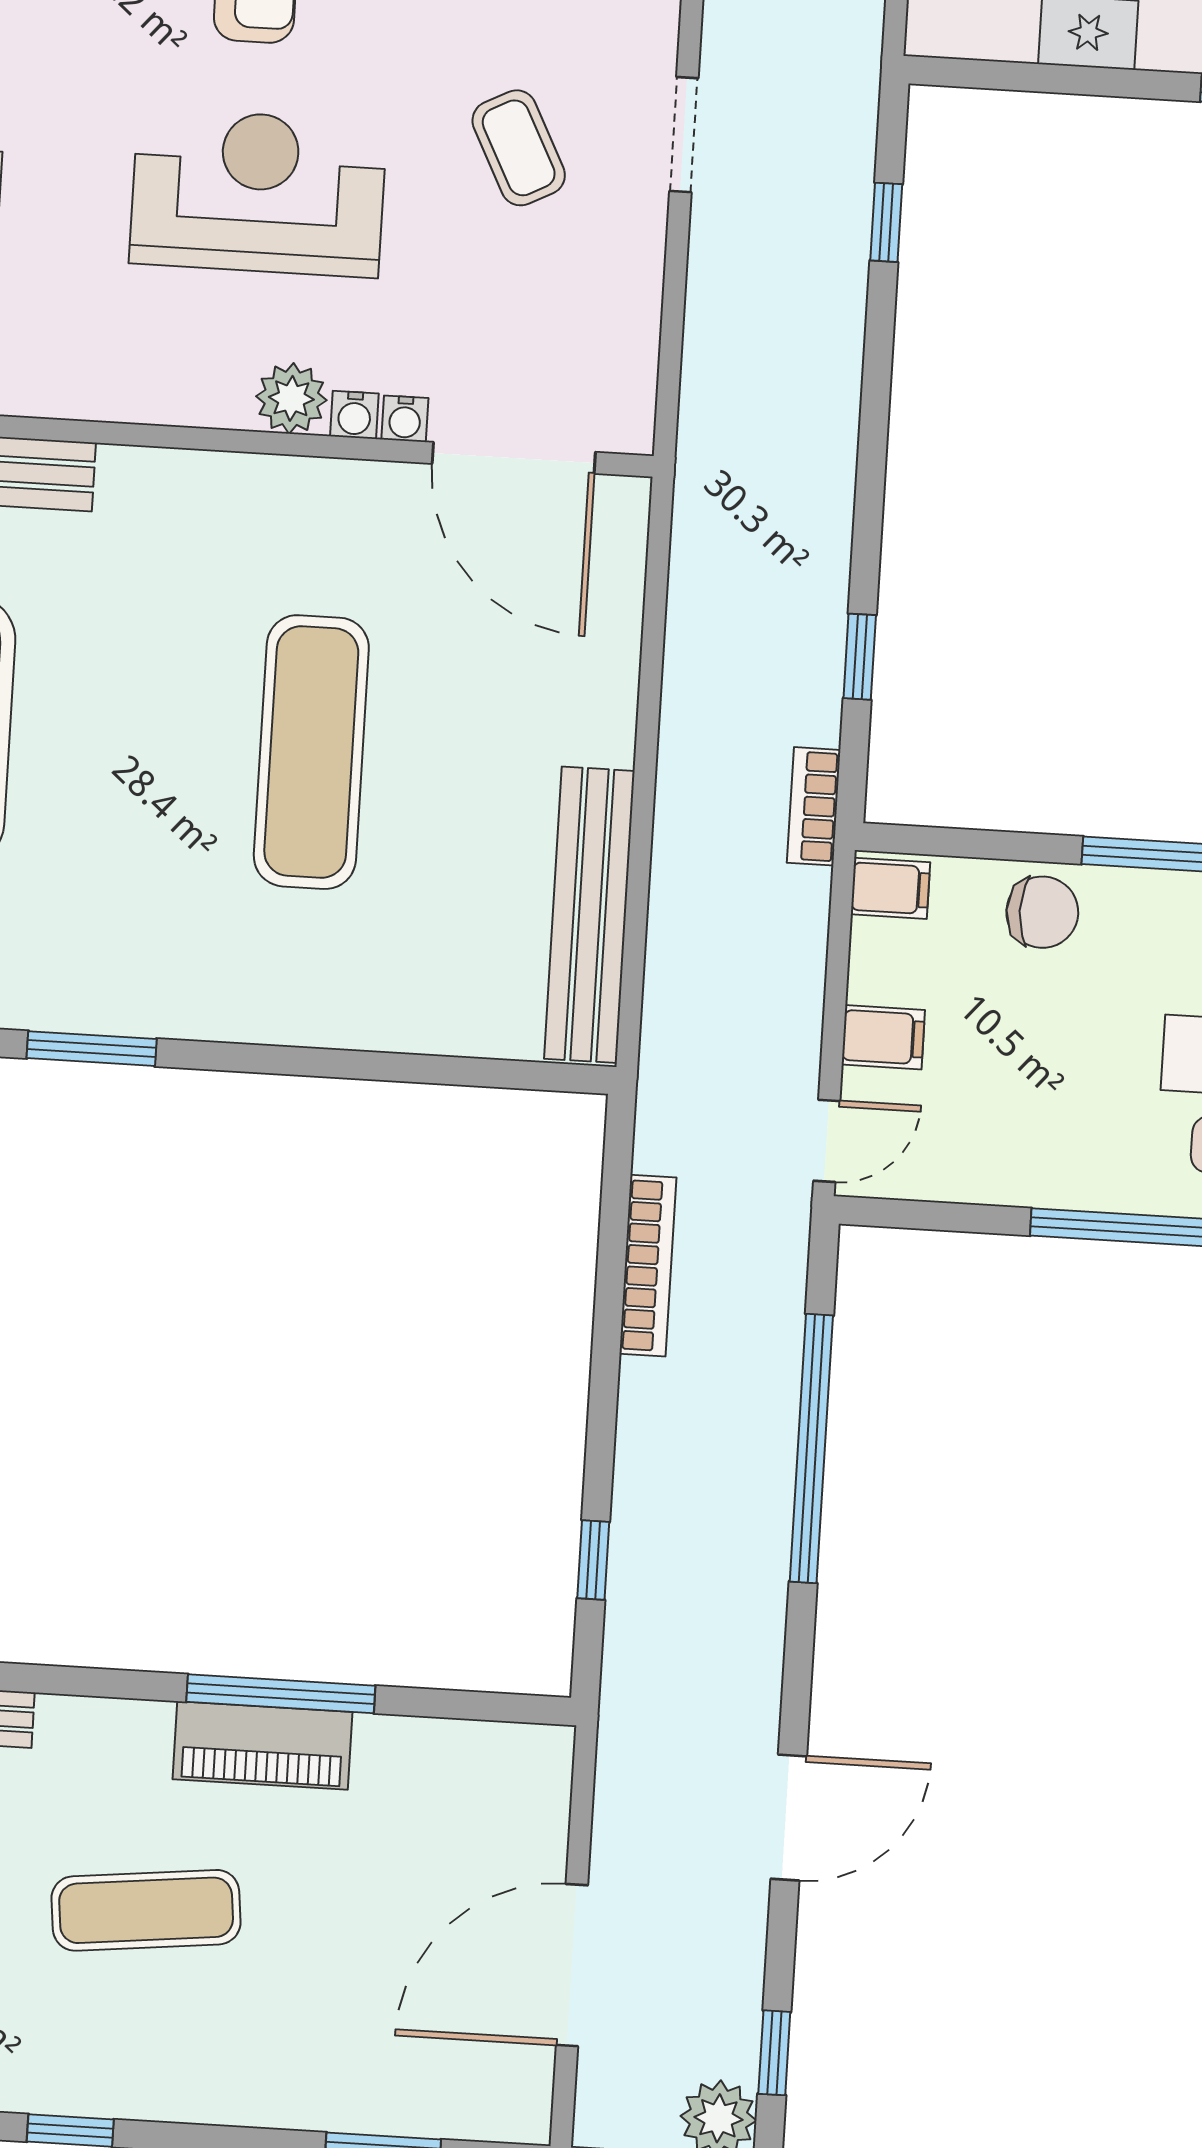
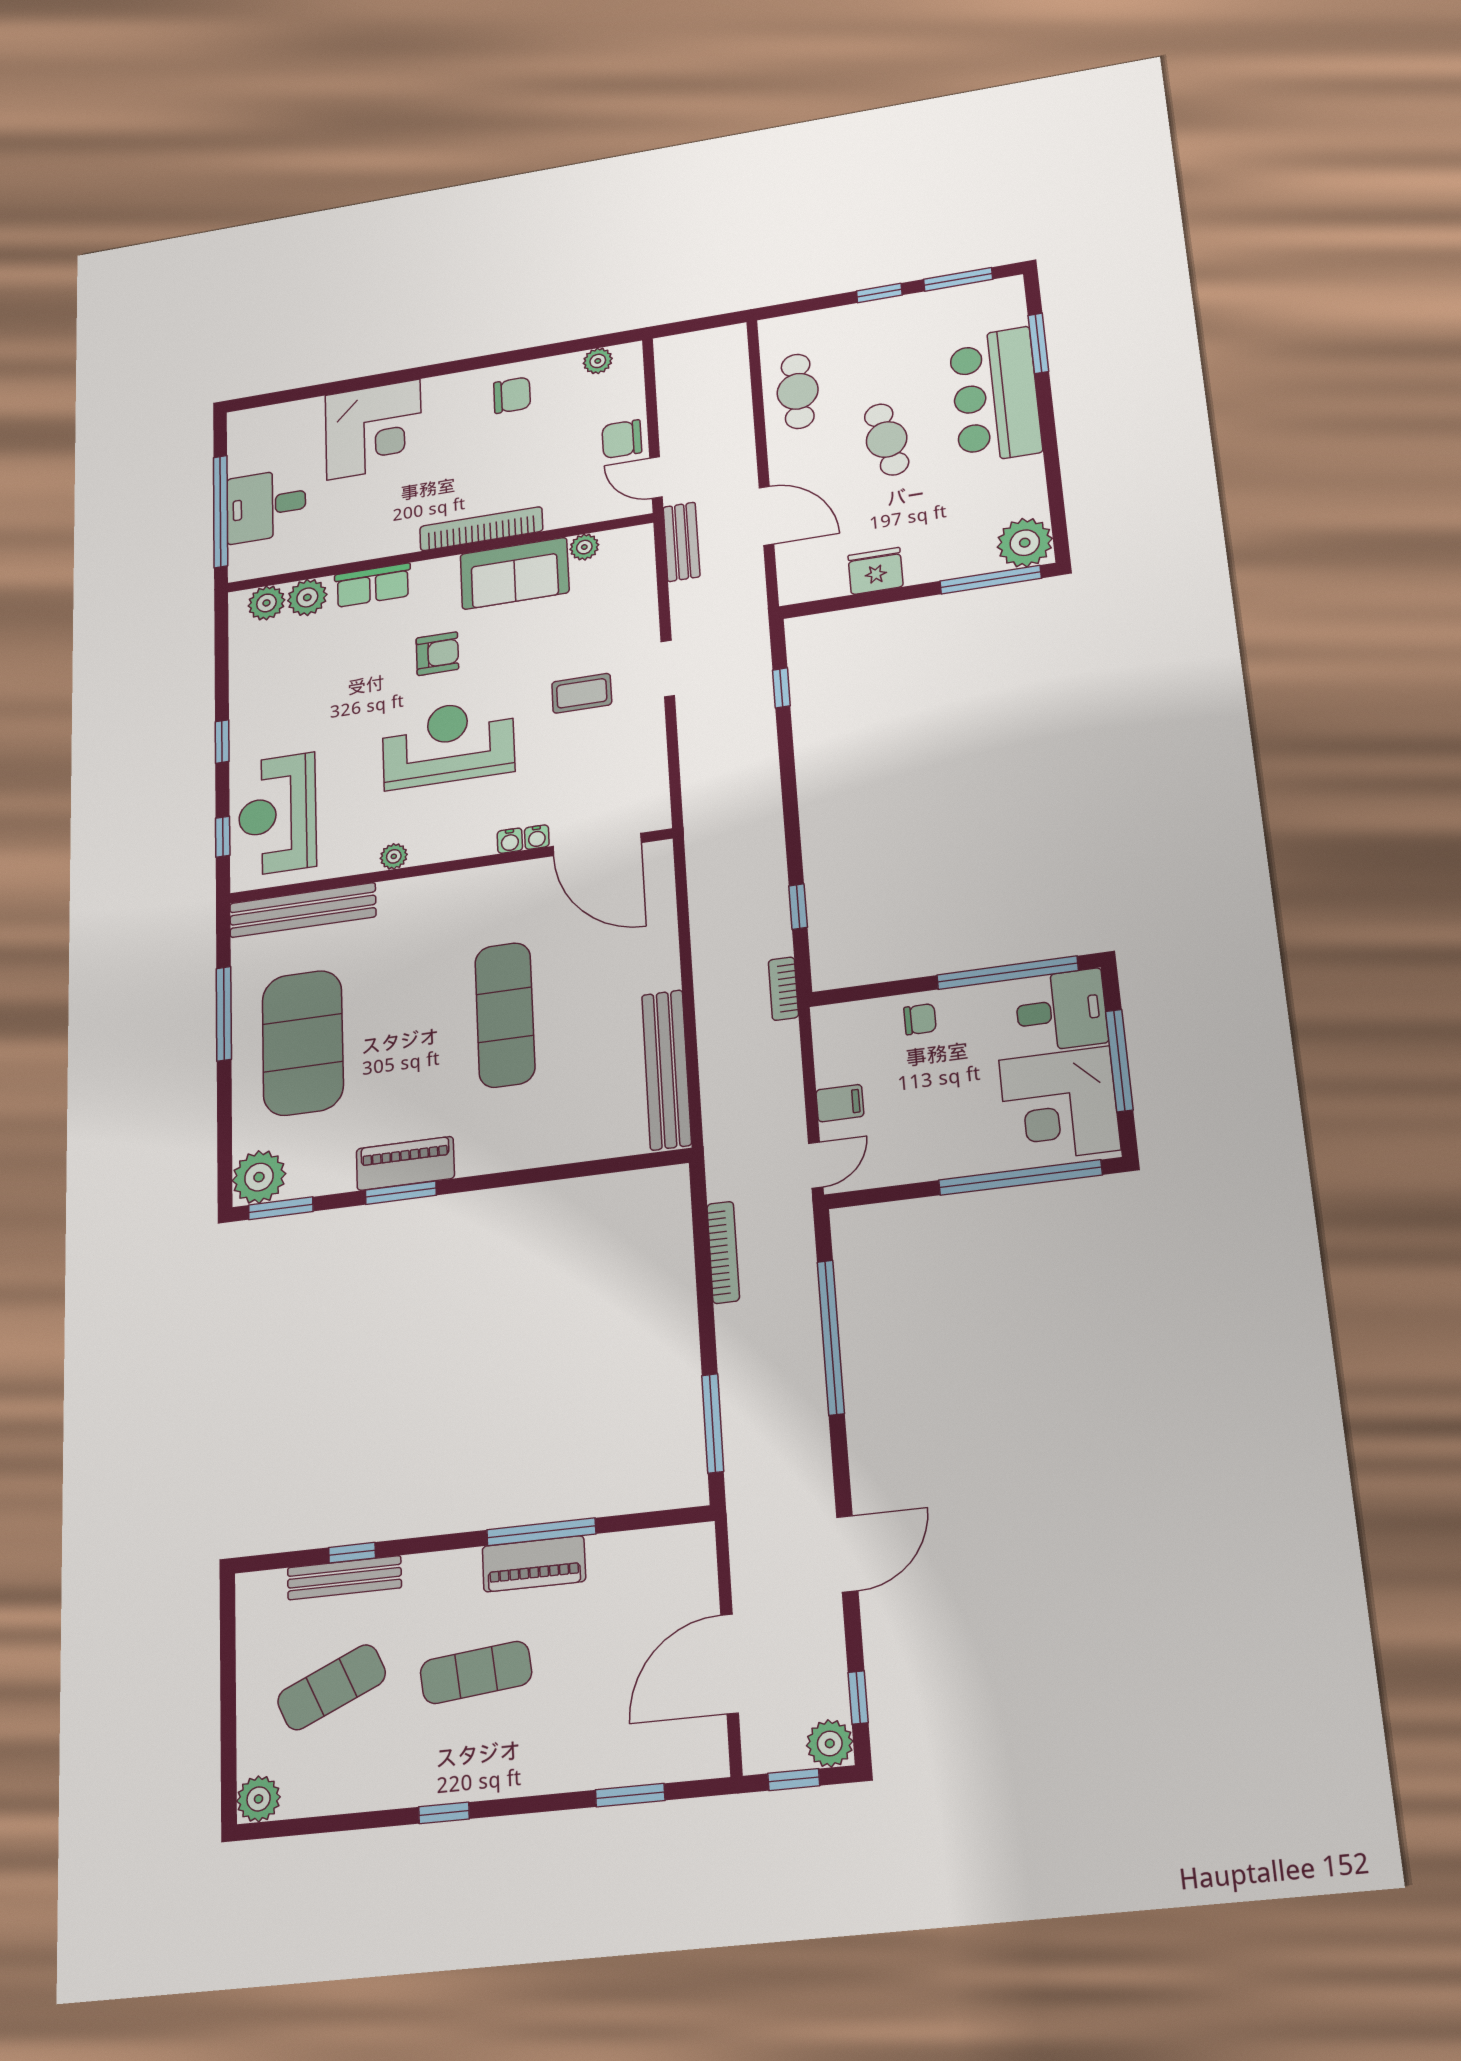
coffee table: (519, 148) -> (582, 693), turned -63
plant: (291, 398) -> (394, 856), moved, width x0.73, depth x0.73
filing cabinet: (890, 888) -> (832, 1023), removed
chair: (1042, 912) -> (920, 1019), width x0.73, depth x0.73
piano: (104, 996) -> (405, 1163), added
window: (593, 1560) -> (713, 1423), width x2.17

